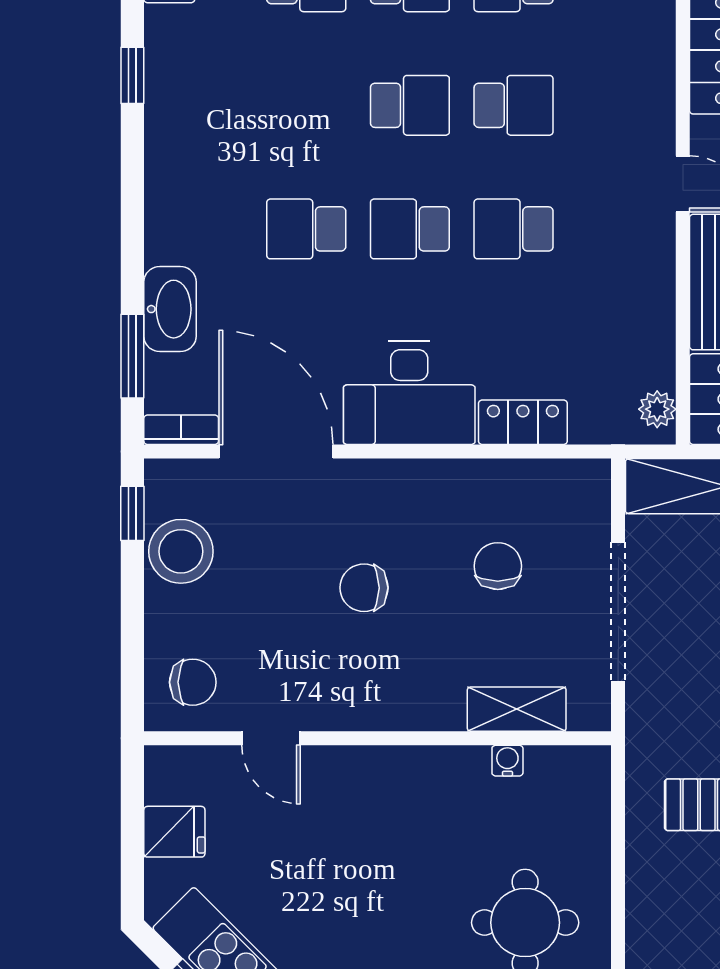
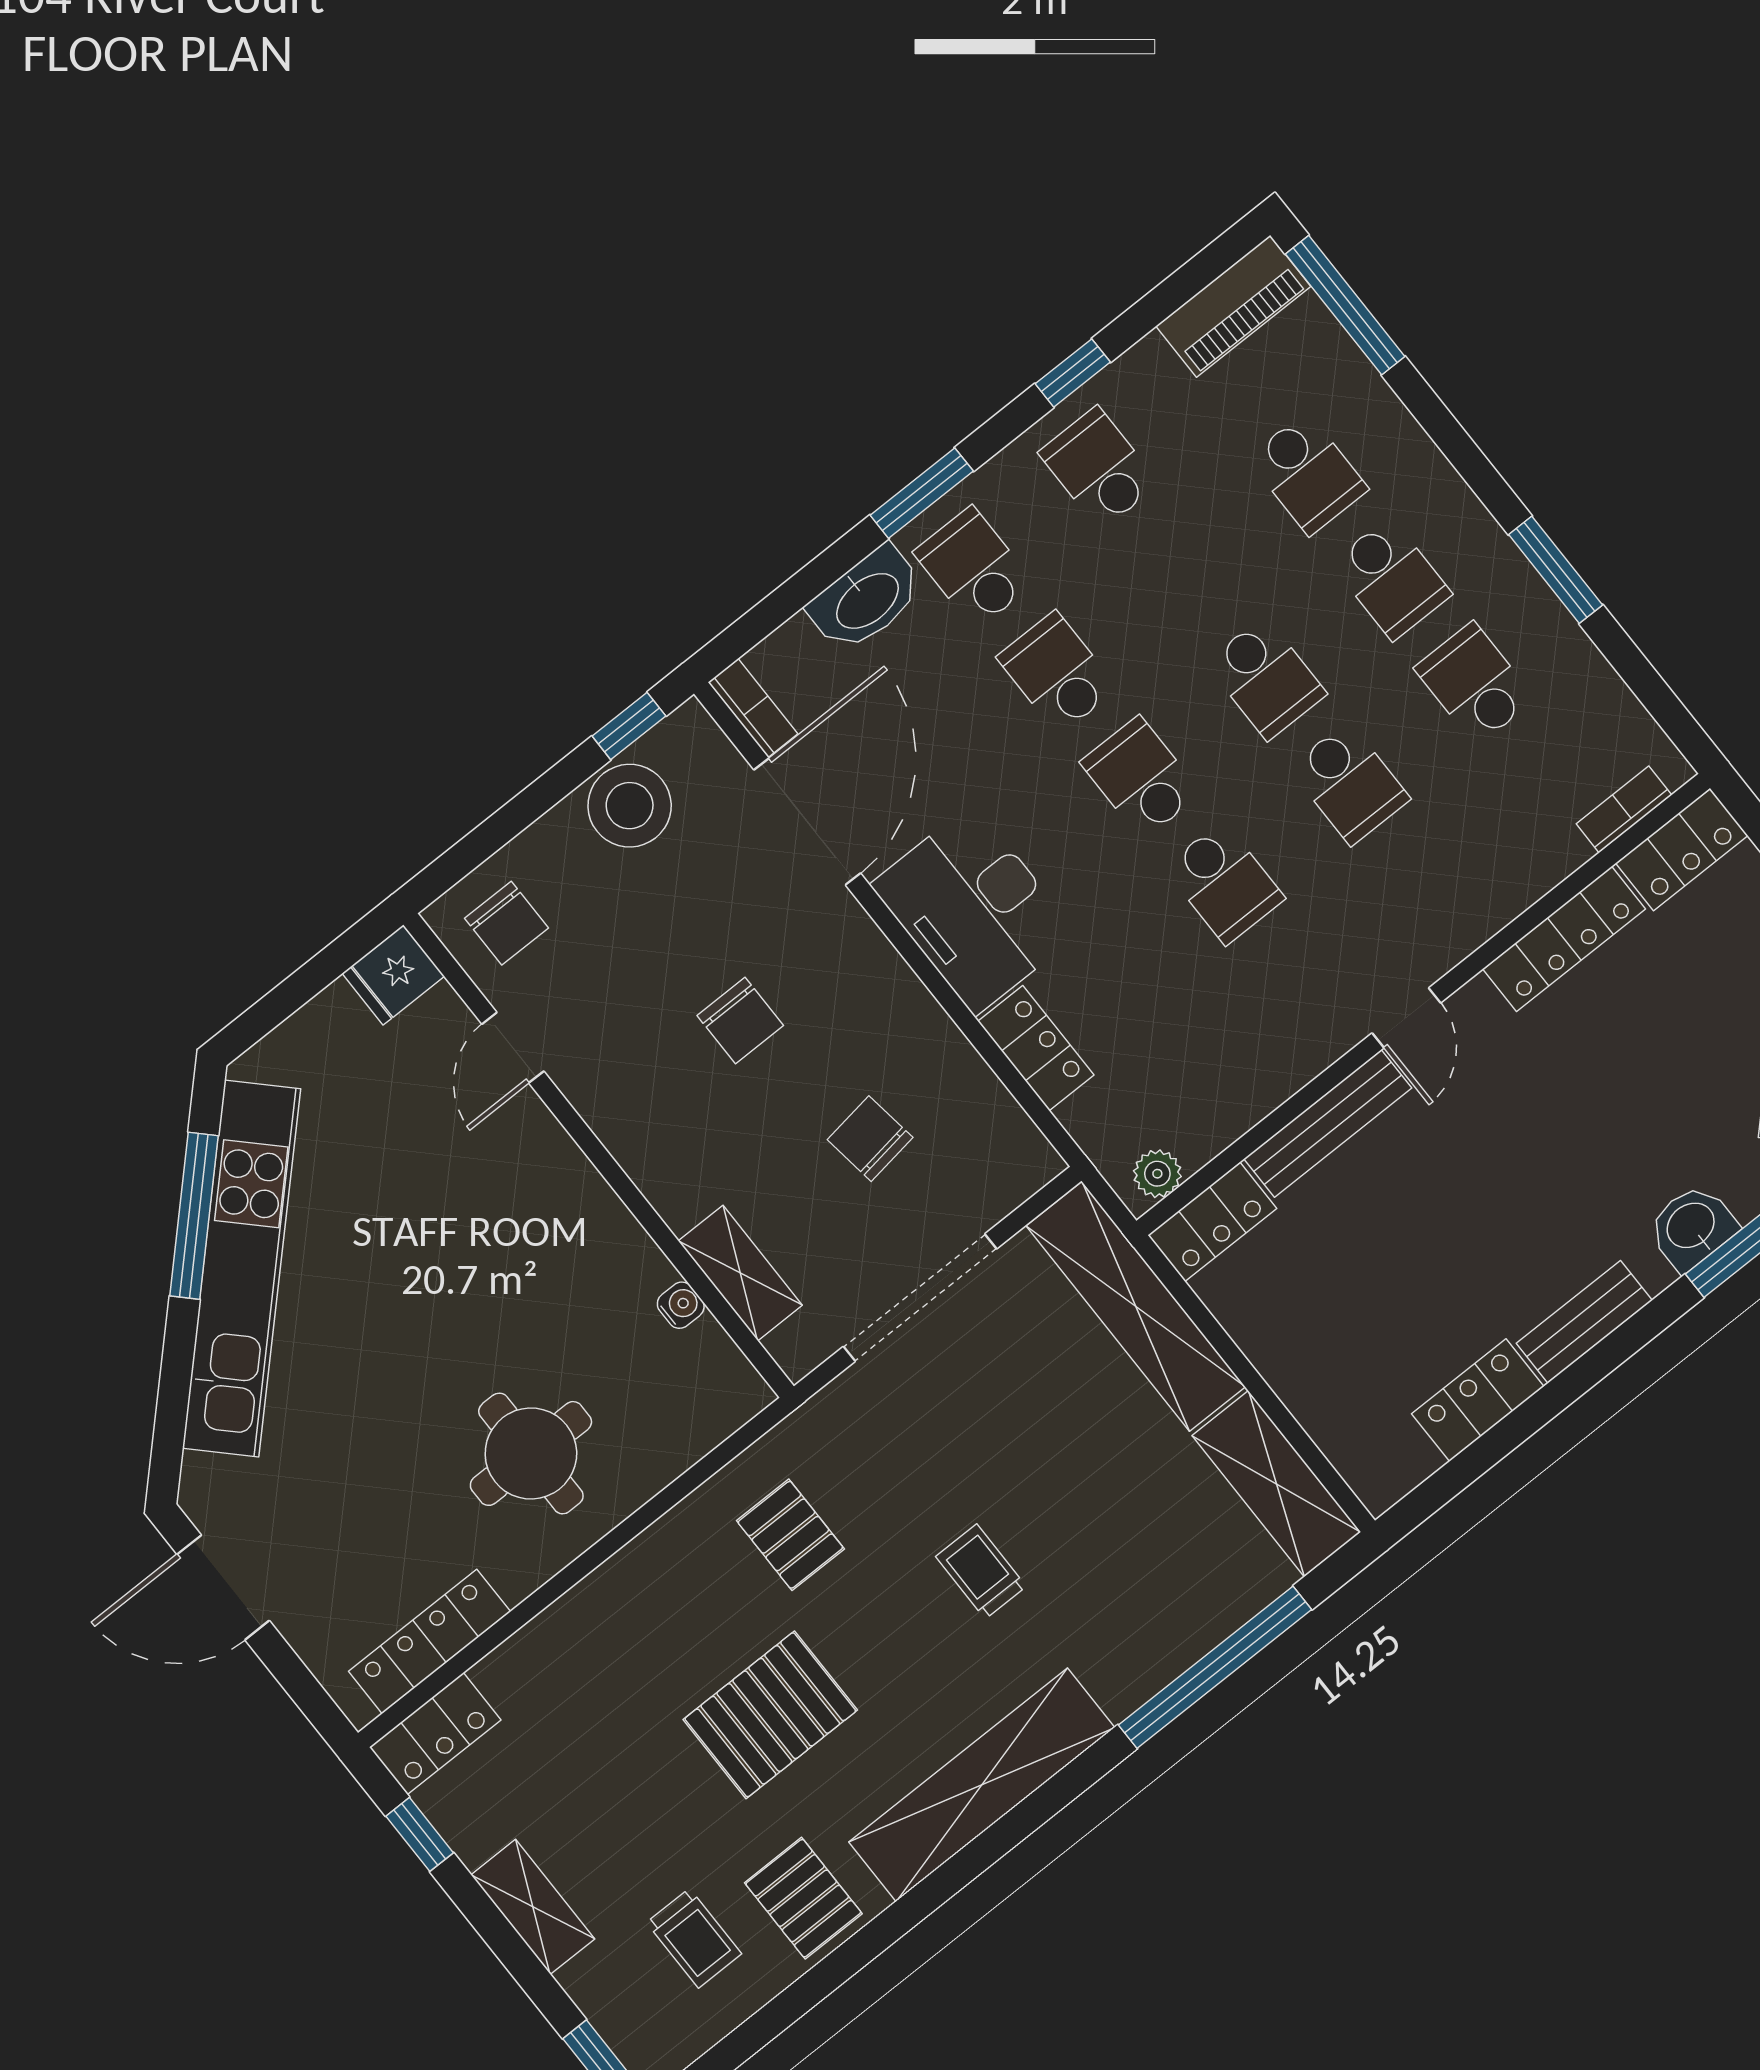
school desk: (203, 105) -> (1099, 468), added
school desk: (203, 229) -> (974, 568), added
school desk: (514, 229) -> (1224, 883), turned 180
window: (132, 356) -> (922, 493), moved
chair: (498, 566) -> (870, 1139), turned -98
chair: (364, 588) -> (740, 1021), turned 180
fridge: (174, 832) -> (393, 975), moved, turned 90

